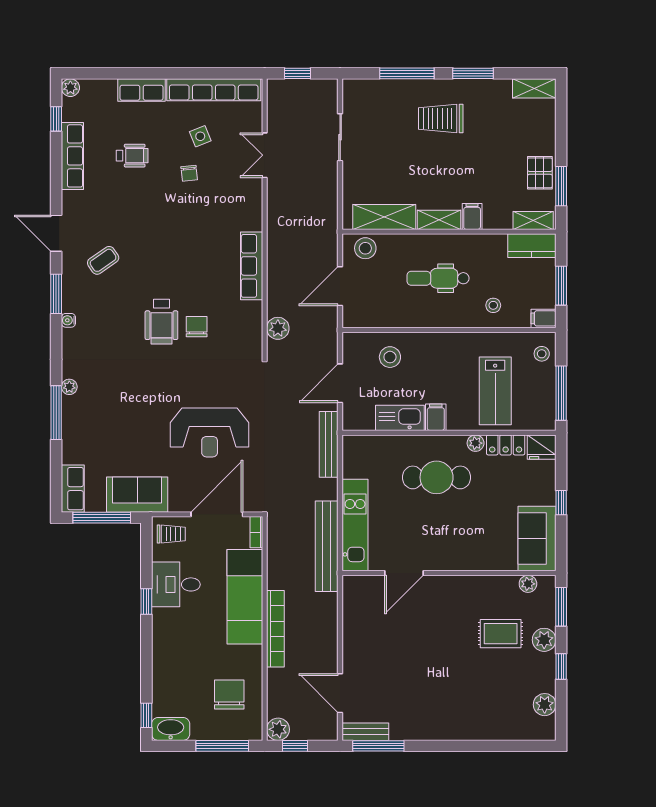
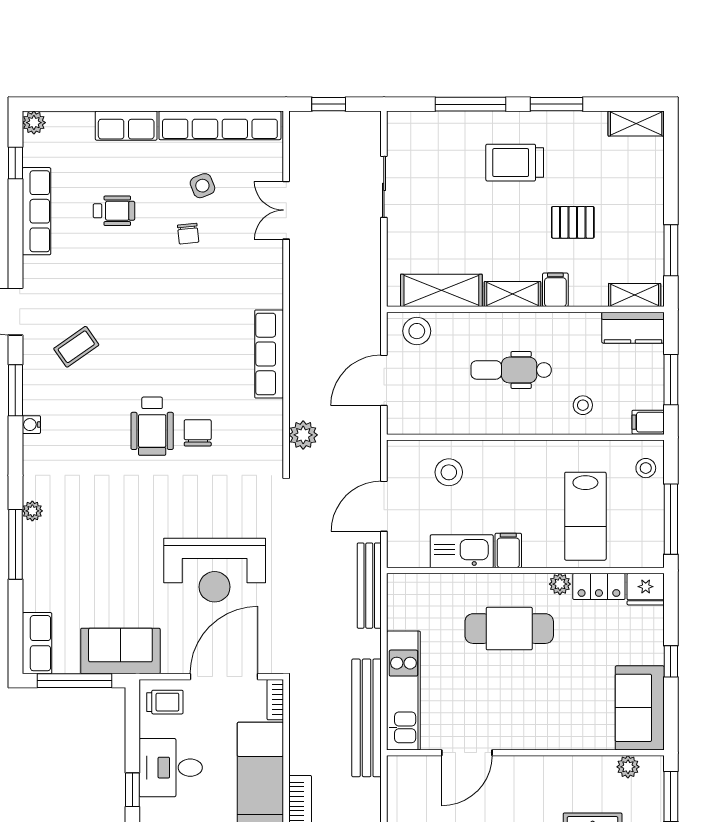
pallet: (540, 173) -> (573, 222), moved, turned 90

